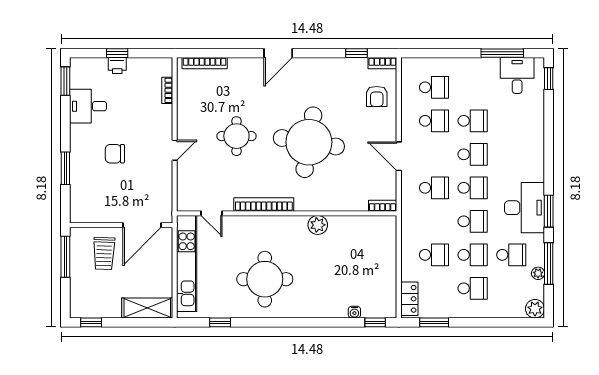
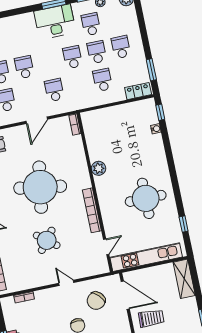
round table: (236, 136) -> (47, 240), turned 38
chair: (143, 185) -> (96, 301), added
school desk: (473, 188) -> (48, 62), removed

